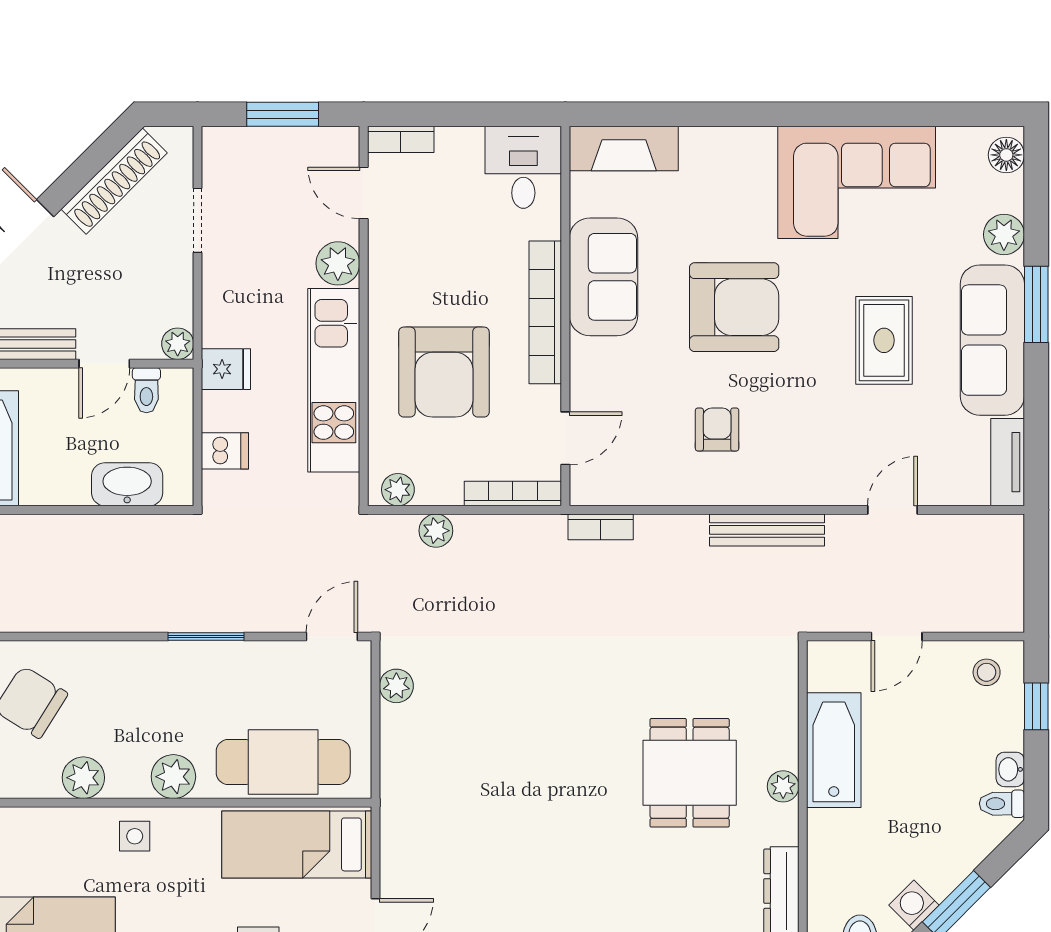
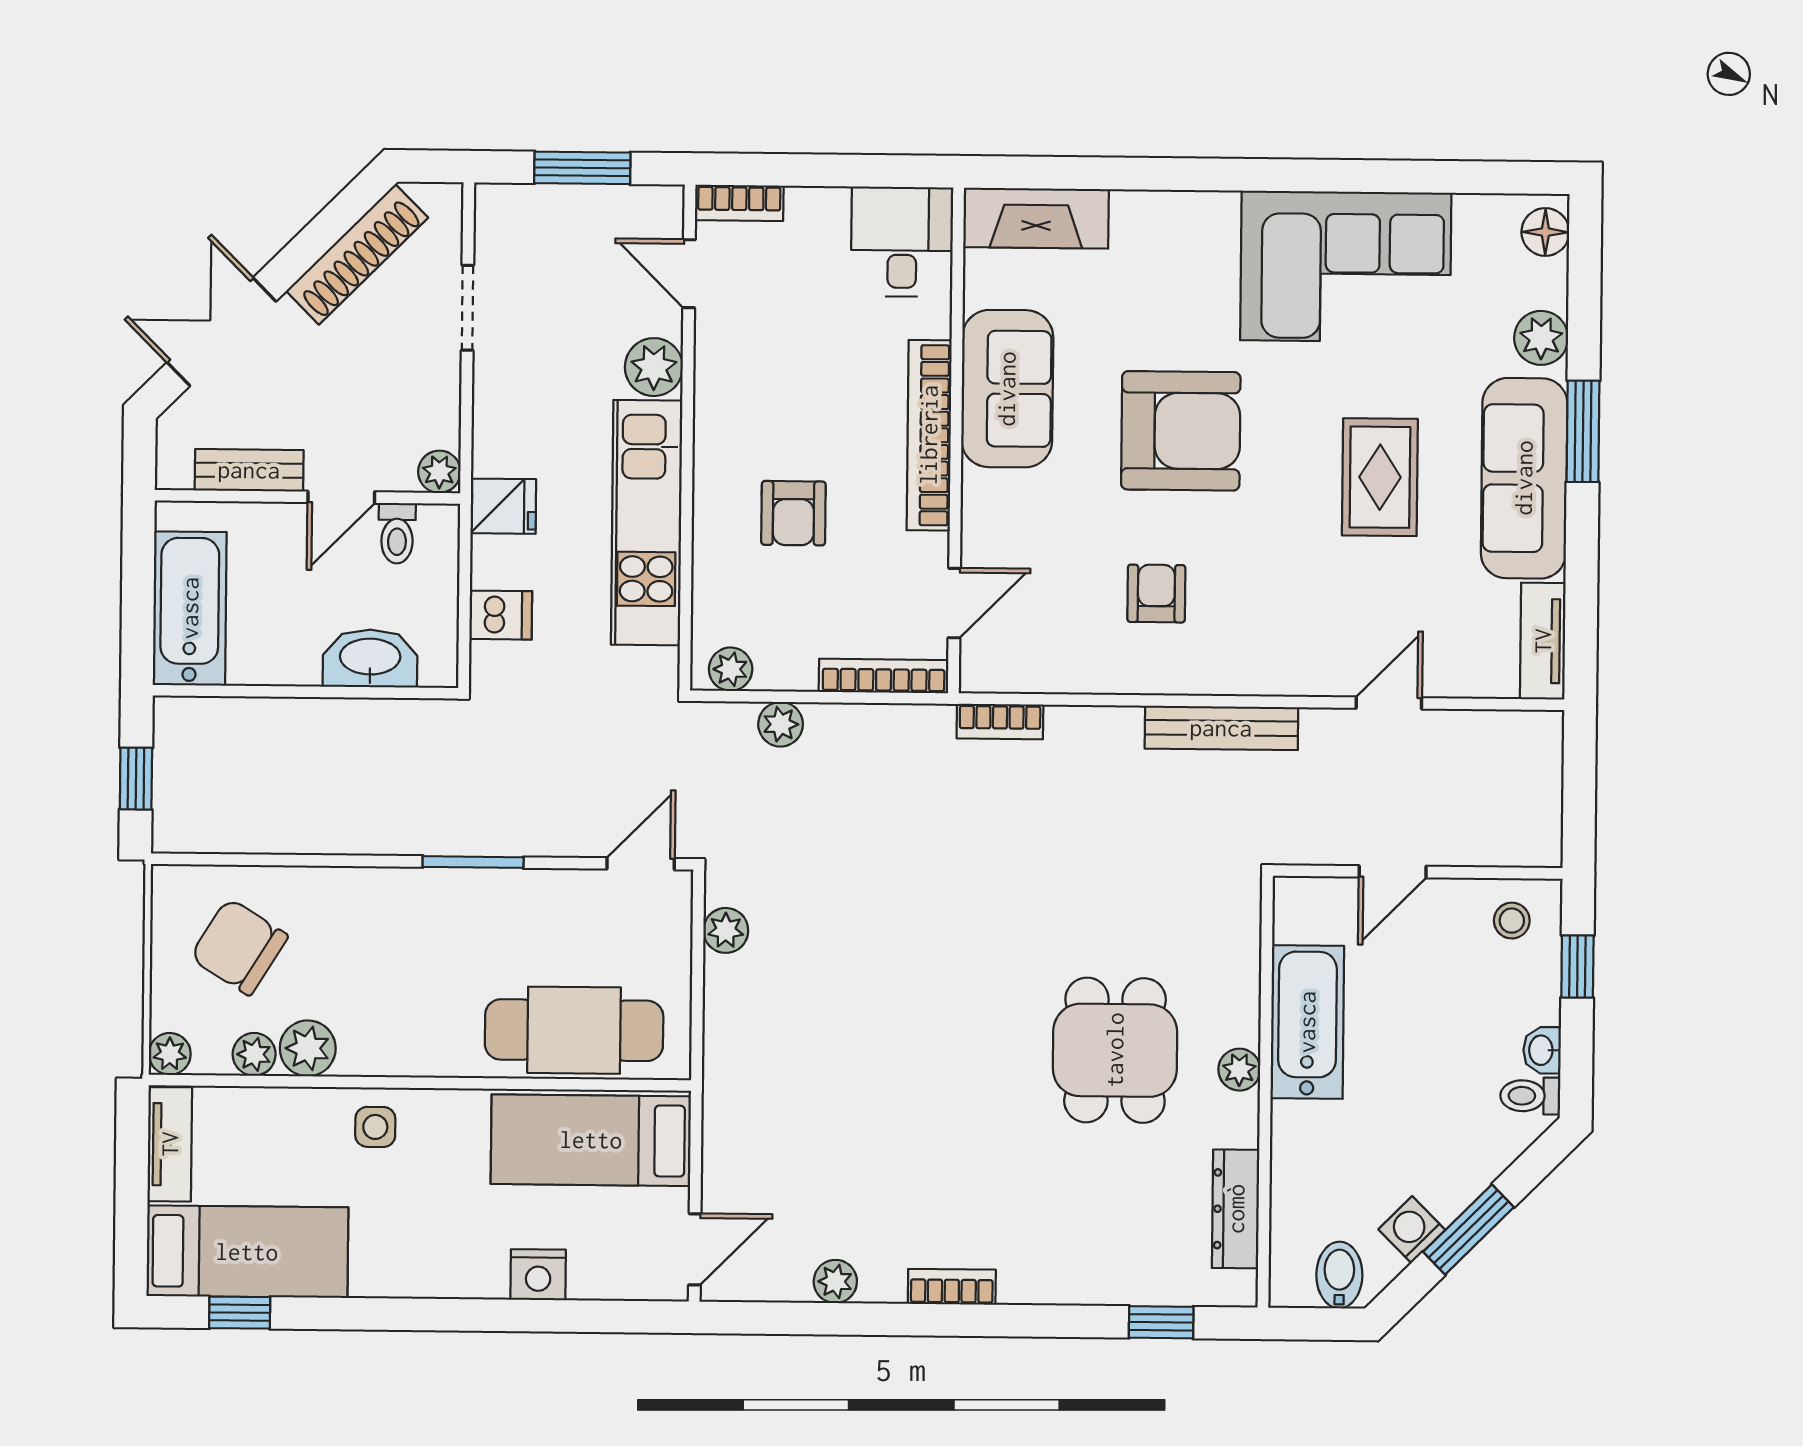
armchair: (444, 372) -> (793, 513), width x0.53, depth x0.53
plant: (173, 777) -> (254, 1054), moved, width x0.73, depth x0.73

